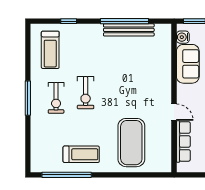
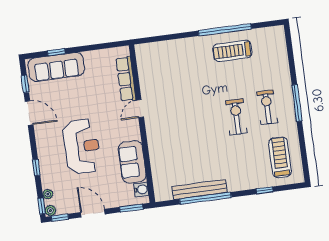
door: (174, 112) -> (140, 109), hinge flipped
exercise mat: (131, 143) -> (181, 70), removed
window: (67, 175) -> (225, 30), moved

